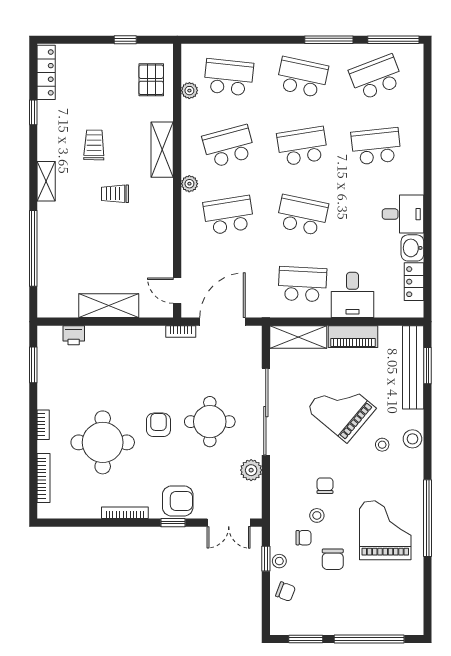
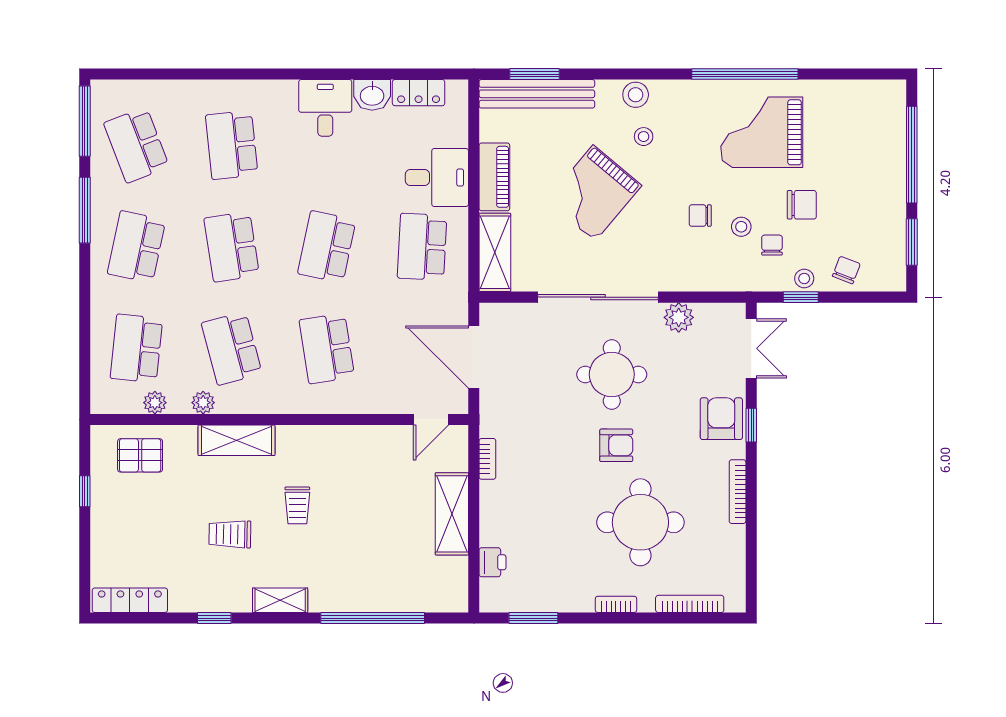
window: (33, 112) -> (214, 618), moved
plant: (189, 184) -> (203, 403), moved
bookcase: (181, 332) -> (487, 459), moved
armchair: (158, 425) -> (616, 445), turned 180

